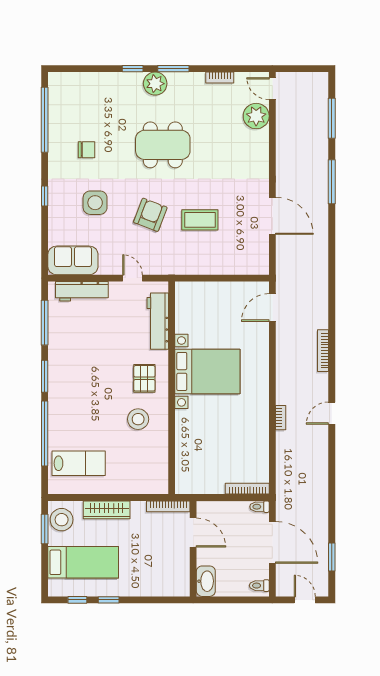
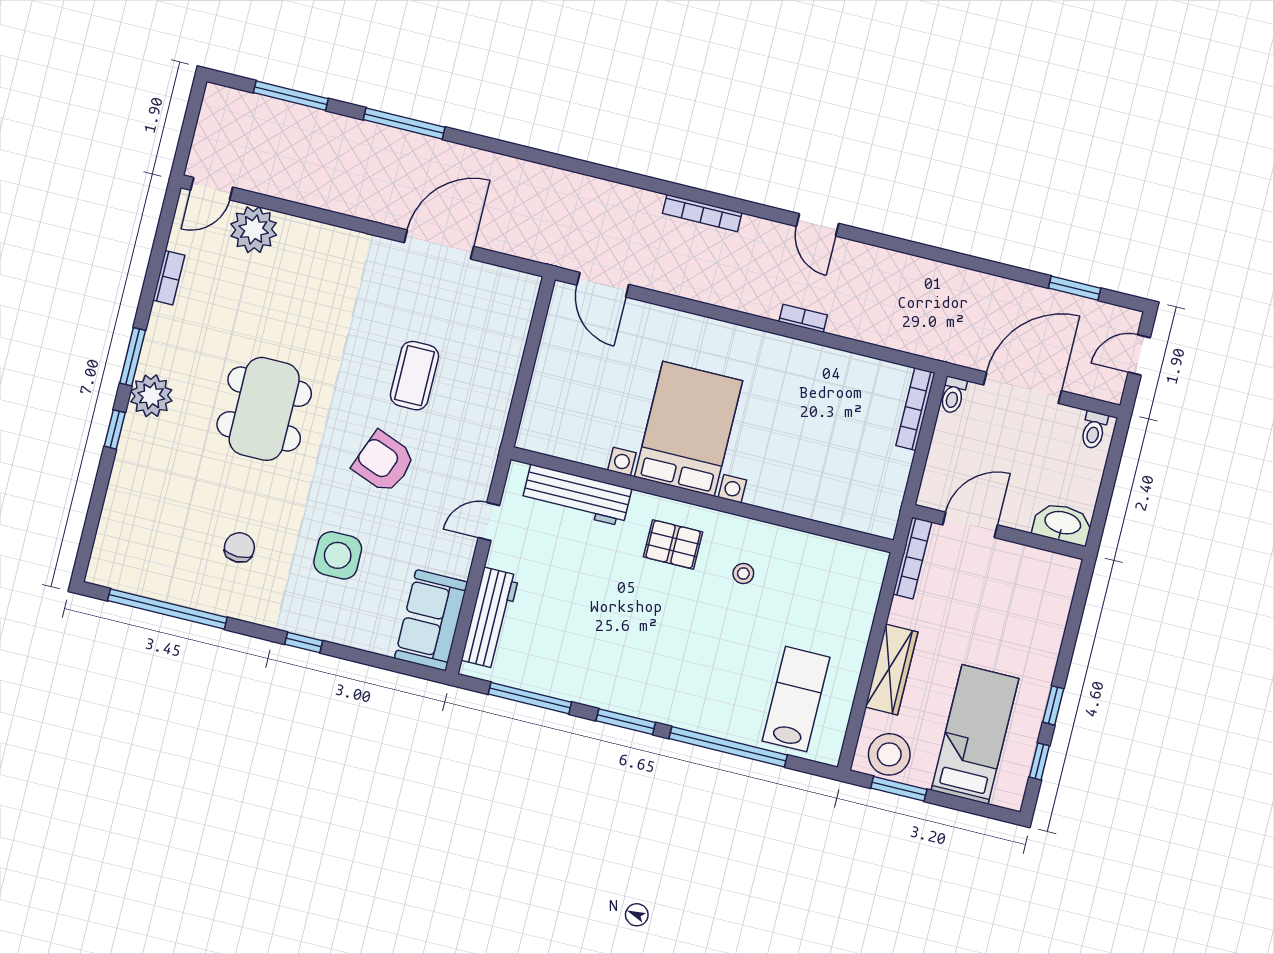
stool: (138, 419) -> (743, 573), width x0.53, depth x0.53

